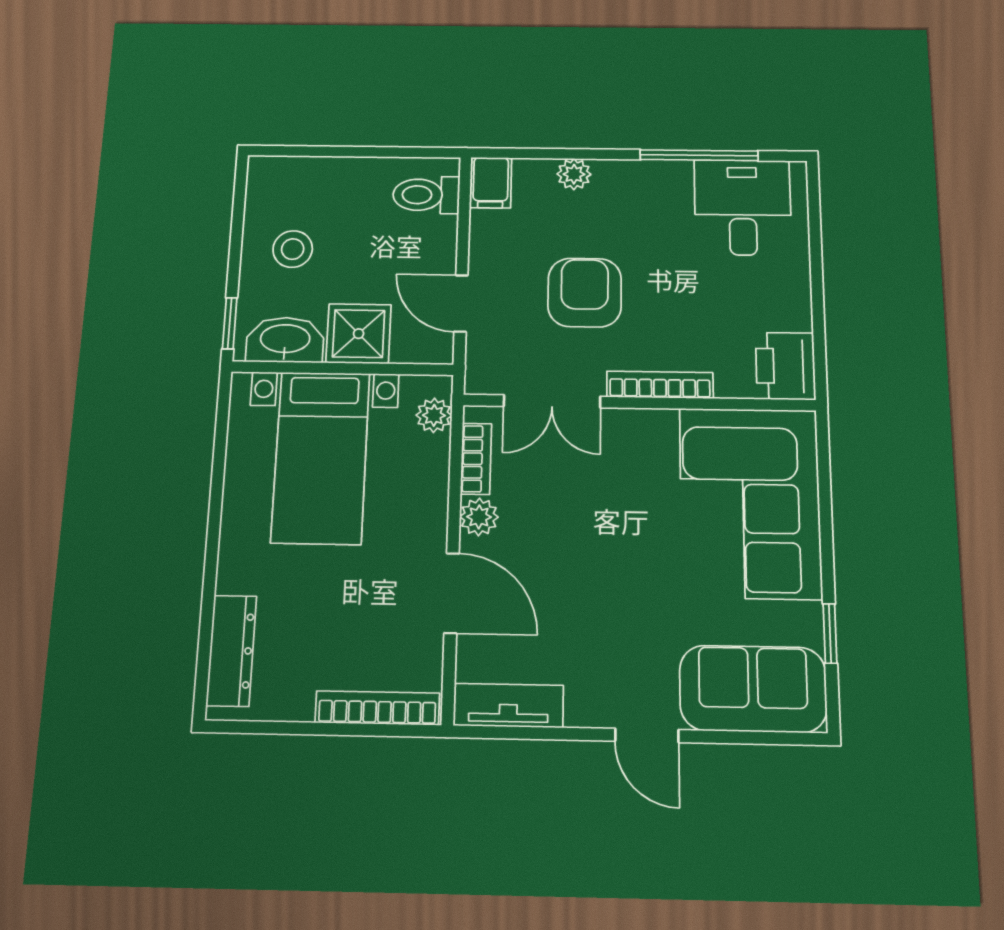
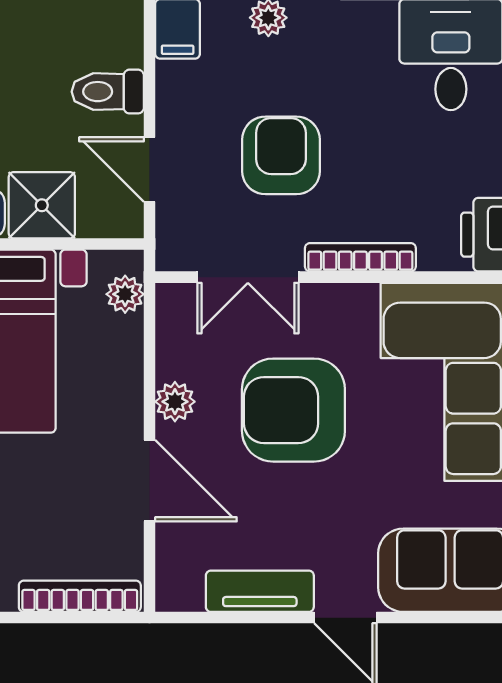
toilet: (426, 195) -> (108, 92), moved
bookcase: (476, 459) -> (170, 340), removed
armchair: (595, 527) -> (293, 410), added
tv unit: (508, 705) -> (260, 591), moved

